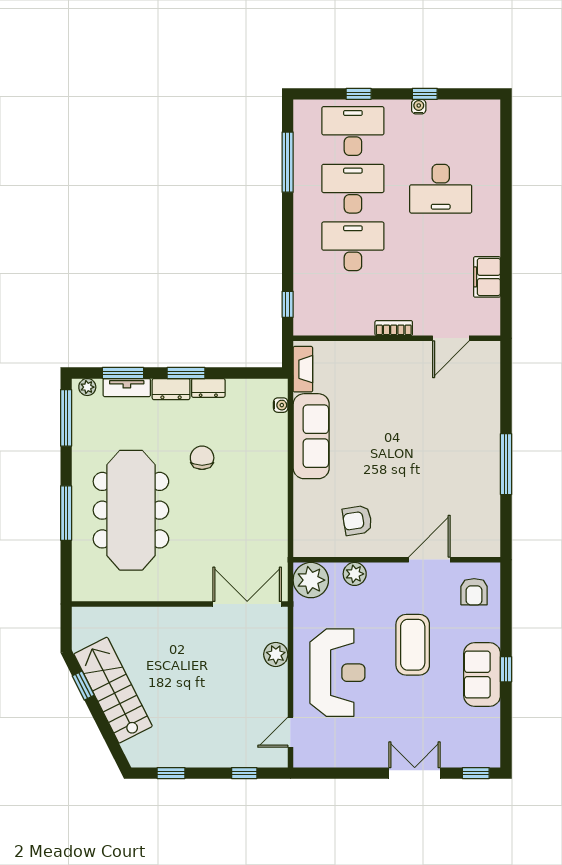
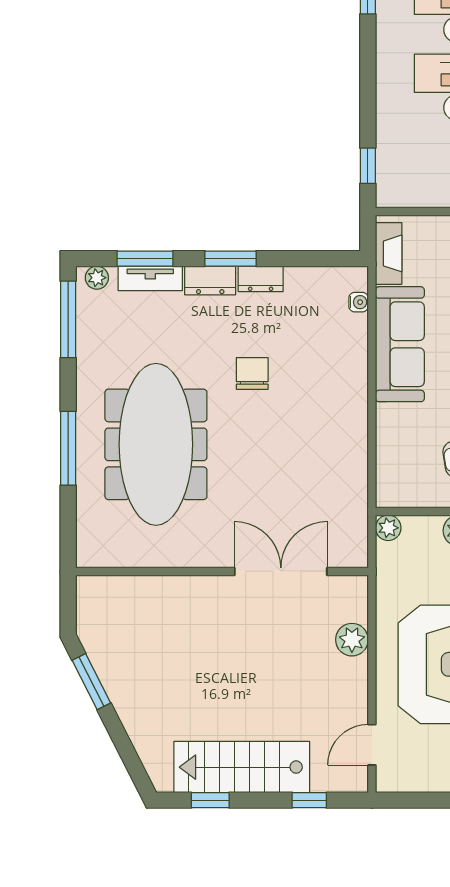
plant: (311, 580) -> (388, 528), width x0.53, depth x0.53
double door: (247, 604) -> (281, 571), moved
window: (83, 685) -> (91, 682), width x1.50
stairs: (113, 690) -> (242, 767), moved, turned -63

